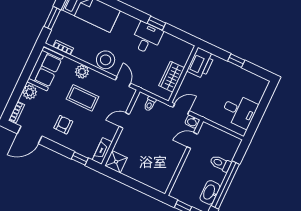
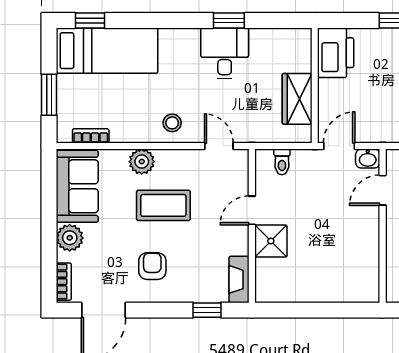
stool: (106, 60) -> (172, 123), width x0.53, depth x0.53
shower: (116, 162) -> (271, 241), moved

